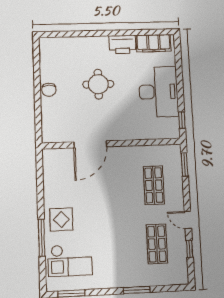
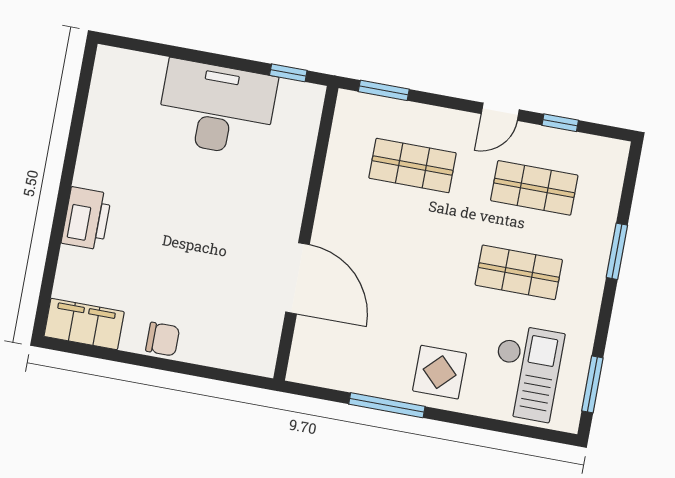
filing cabinet: (154, 43) -> (84, 324), moved, turned -90
printer: (122, 45) -> (86, 218), moved
round table: (98, 84) -> (173, 232), removed
window: (42, 238) -> (387, 405), moved
shop shelf: (116, 246) -> (519, 272), added

